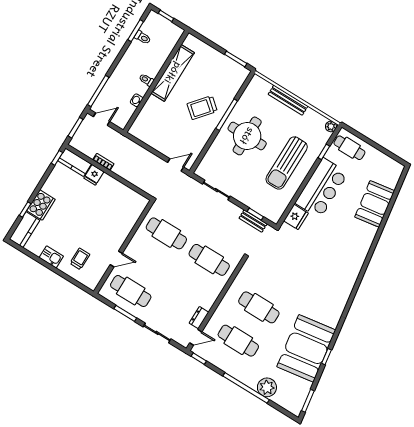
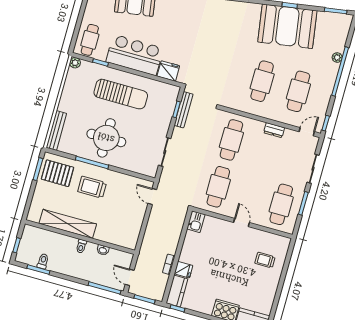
pallet: (226, 77) -> (58, 173), added
bench: (288, 100) -> (56, 131), moved
trolley: (202, 108) -> (92, 187), turned 140
bench: (253, 221) -> (184, 110), width x1.36
kitchen sink: (51, 257) -> (196, 222), moved, turned 180
door: (116, 259) -> (242, 222), moved
dresser: (199, 318) -> (274, 130), moved
door: (196, 337) -> (307, 132), hinge flipped
plant: (267, 387) -> (337, 58), width x0.53, depth x0.53

